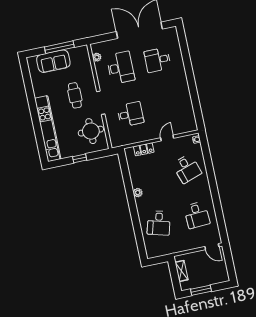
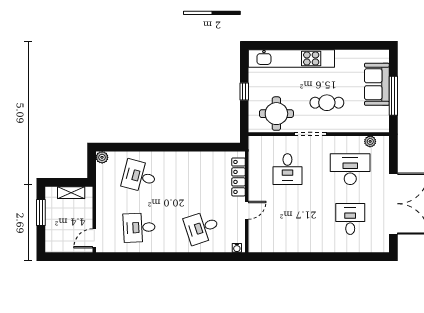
desk: (121, 68) -> (350, 169), turned 180
door: (167, 138) -> (247, 210), hinge flipped
locker: (144, 149) -> (238, 177), width x1.53
plant: (138, 193) -> (102, 157), moved

